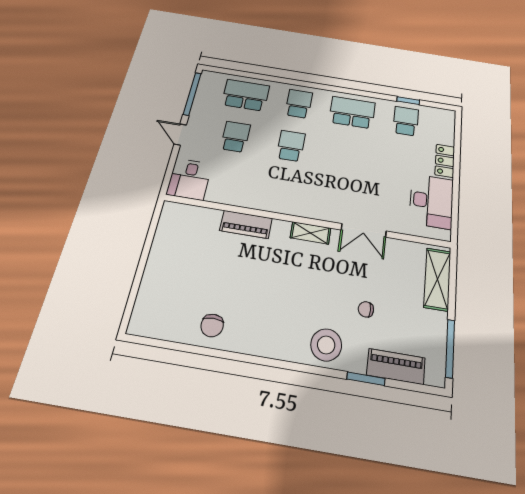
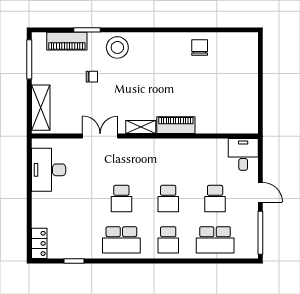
school desk: (406, 121) -> (121, 199), moved
locker: (445, 161) -> (39, 243), moved
piano: (246, 224) -> (176, 125), moved

